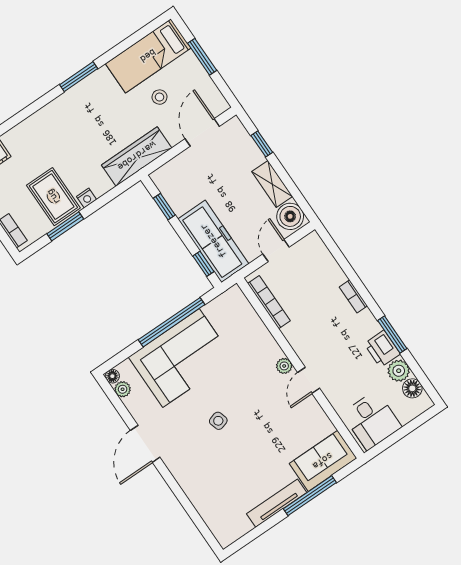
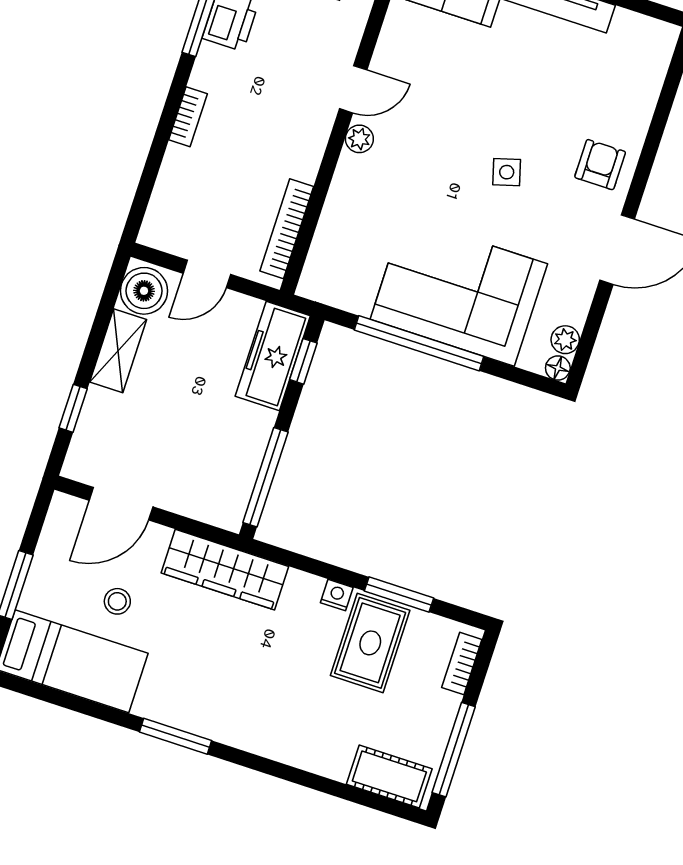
window: (164, 207) -> (265, 477), width x2.17
freezer: (213, 241) -> (273, 356), width x0.73, depth x0.79
armchair: (189, 465) -> (600, 165), added

